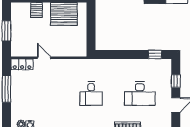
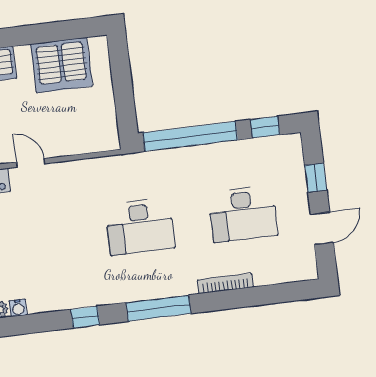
window: (120, 55) -> (190, 136), added
desk: (91, 94) -> (140, 226), width x1.37

